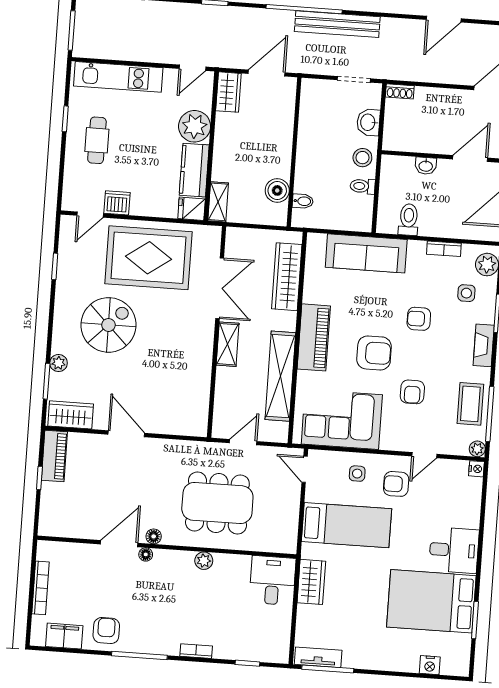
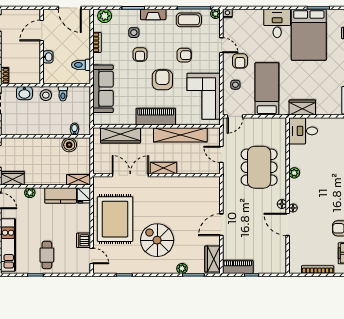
plant: (195, 126) -> (30, 193), width x0.53, depth x0.53
cafe table: (97, 140) -> (47, 255), turned 90
door: (470, 158) -> (42, 31), hinge flipped
side table: (466, 293) -> (134, 33), moved

